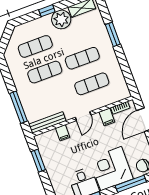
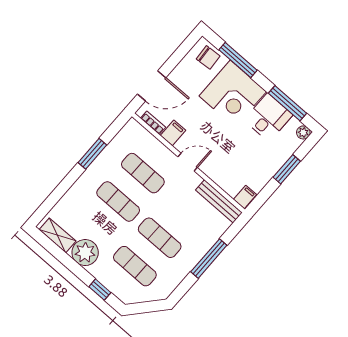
window: (47, 11) -> (100, 290), moved
window: (113, 34) -> (92, 154), moved
window: (19, 107) -> (209, 259), moved
filing cabinet: (63, 133) -> (245, 197), moved
window: (38, 161) -> (287, 169), moved

